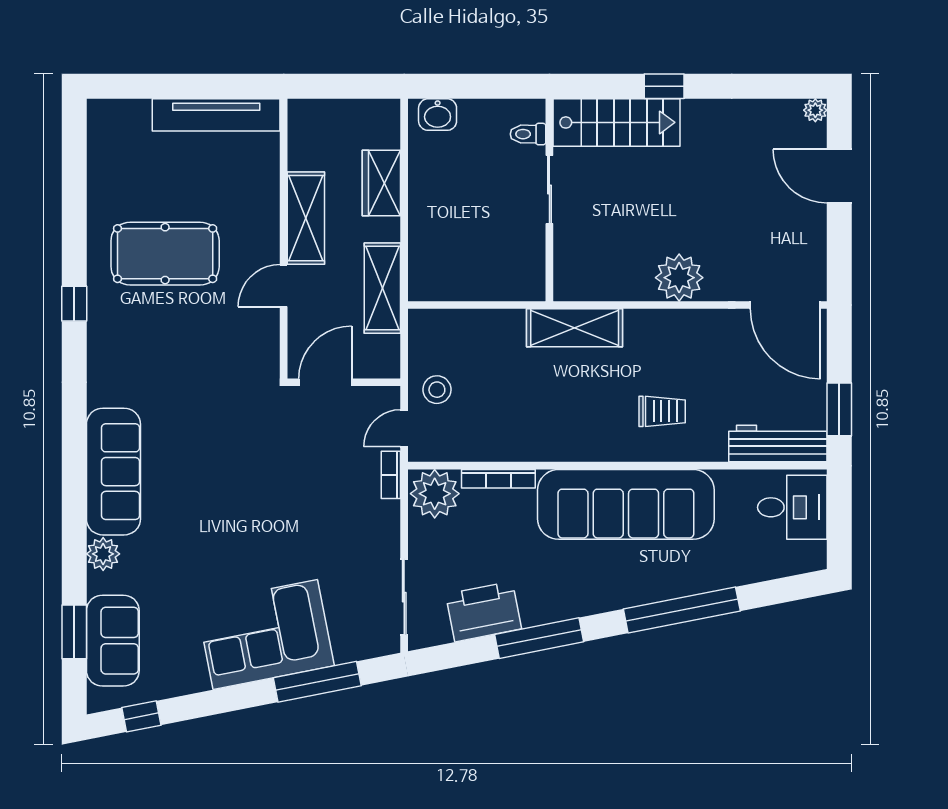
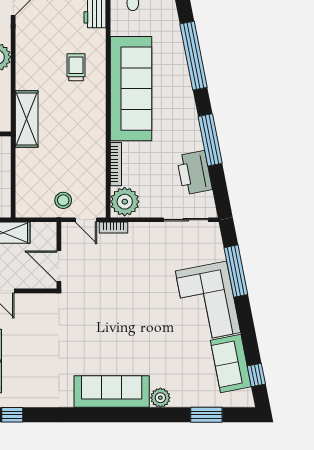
sofa: (113, 641) -> (231, 363), moved, turned -101

